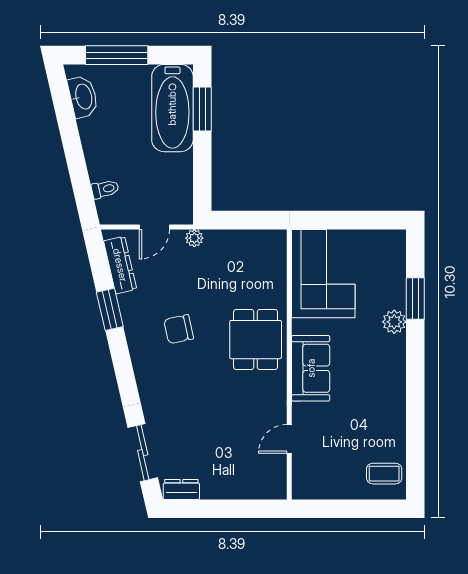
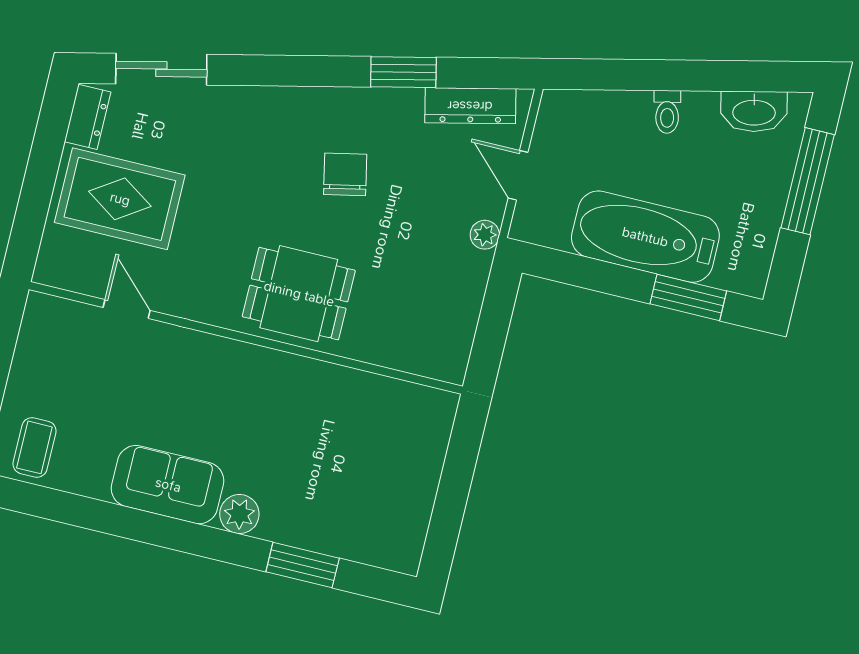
bathtub: (172, 108) -> (645, 237), moved
toilet: (105, 189) -> (667, 112), moved
corner sofa: (323, 274) -> (378, 427), removed
plant: (394, 322) -> (239, 514), moved
sofa: (311, 368) -> (168, 485), moved, turned 180
rug: (225, 459) -> (120, 199), added

